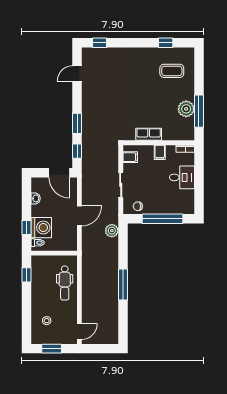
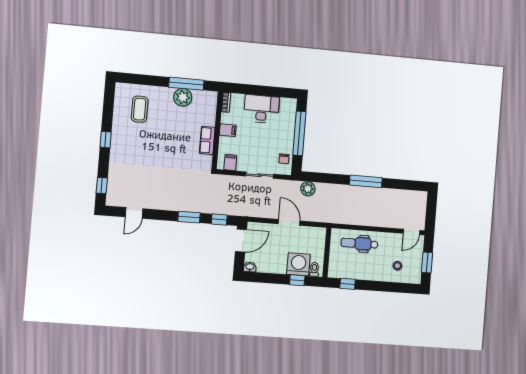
window: (166, 43) -> (106, 140), moved
door: (77, 74) -> (134, 213), hinge flipped
desk: (182, 177) -> (261, 109), width x1.37
washbasin: (36, 198) -> (250, 267), moved
dental chair: (65, 283) -> (359, 243), turned 180
door: (79, 331) -> (411, 232), swing flipped

